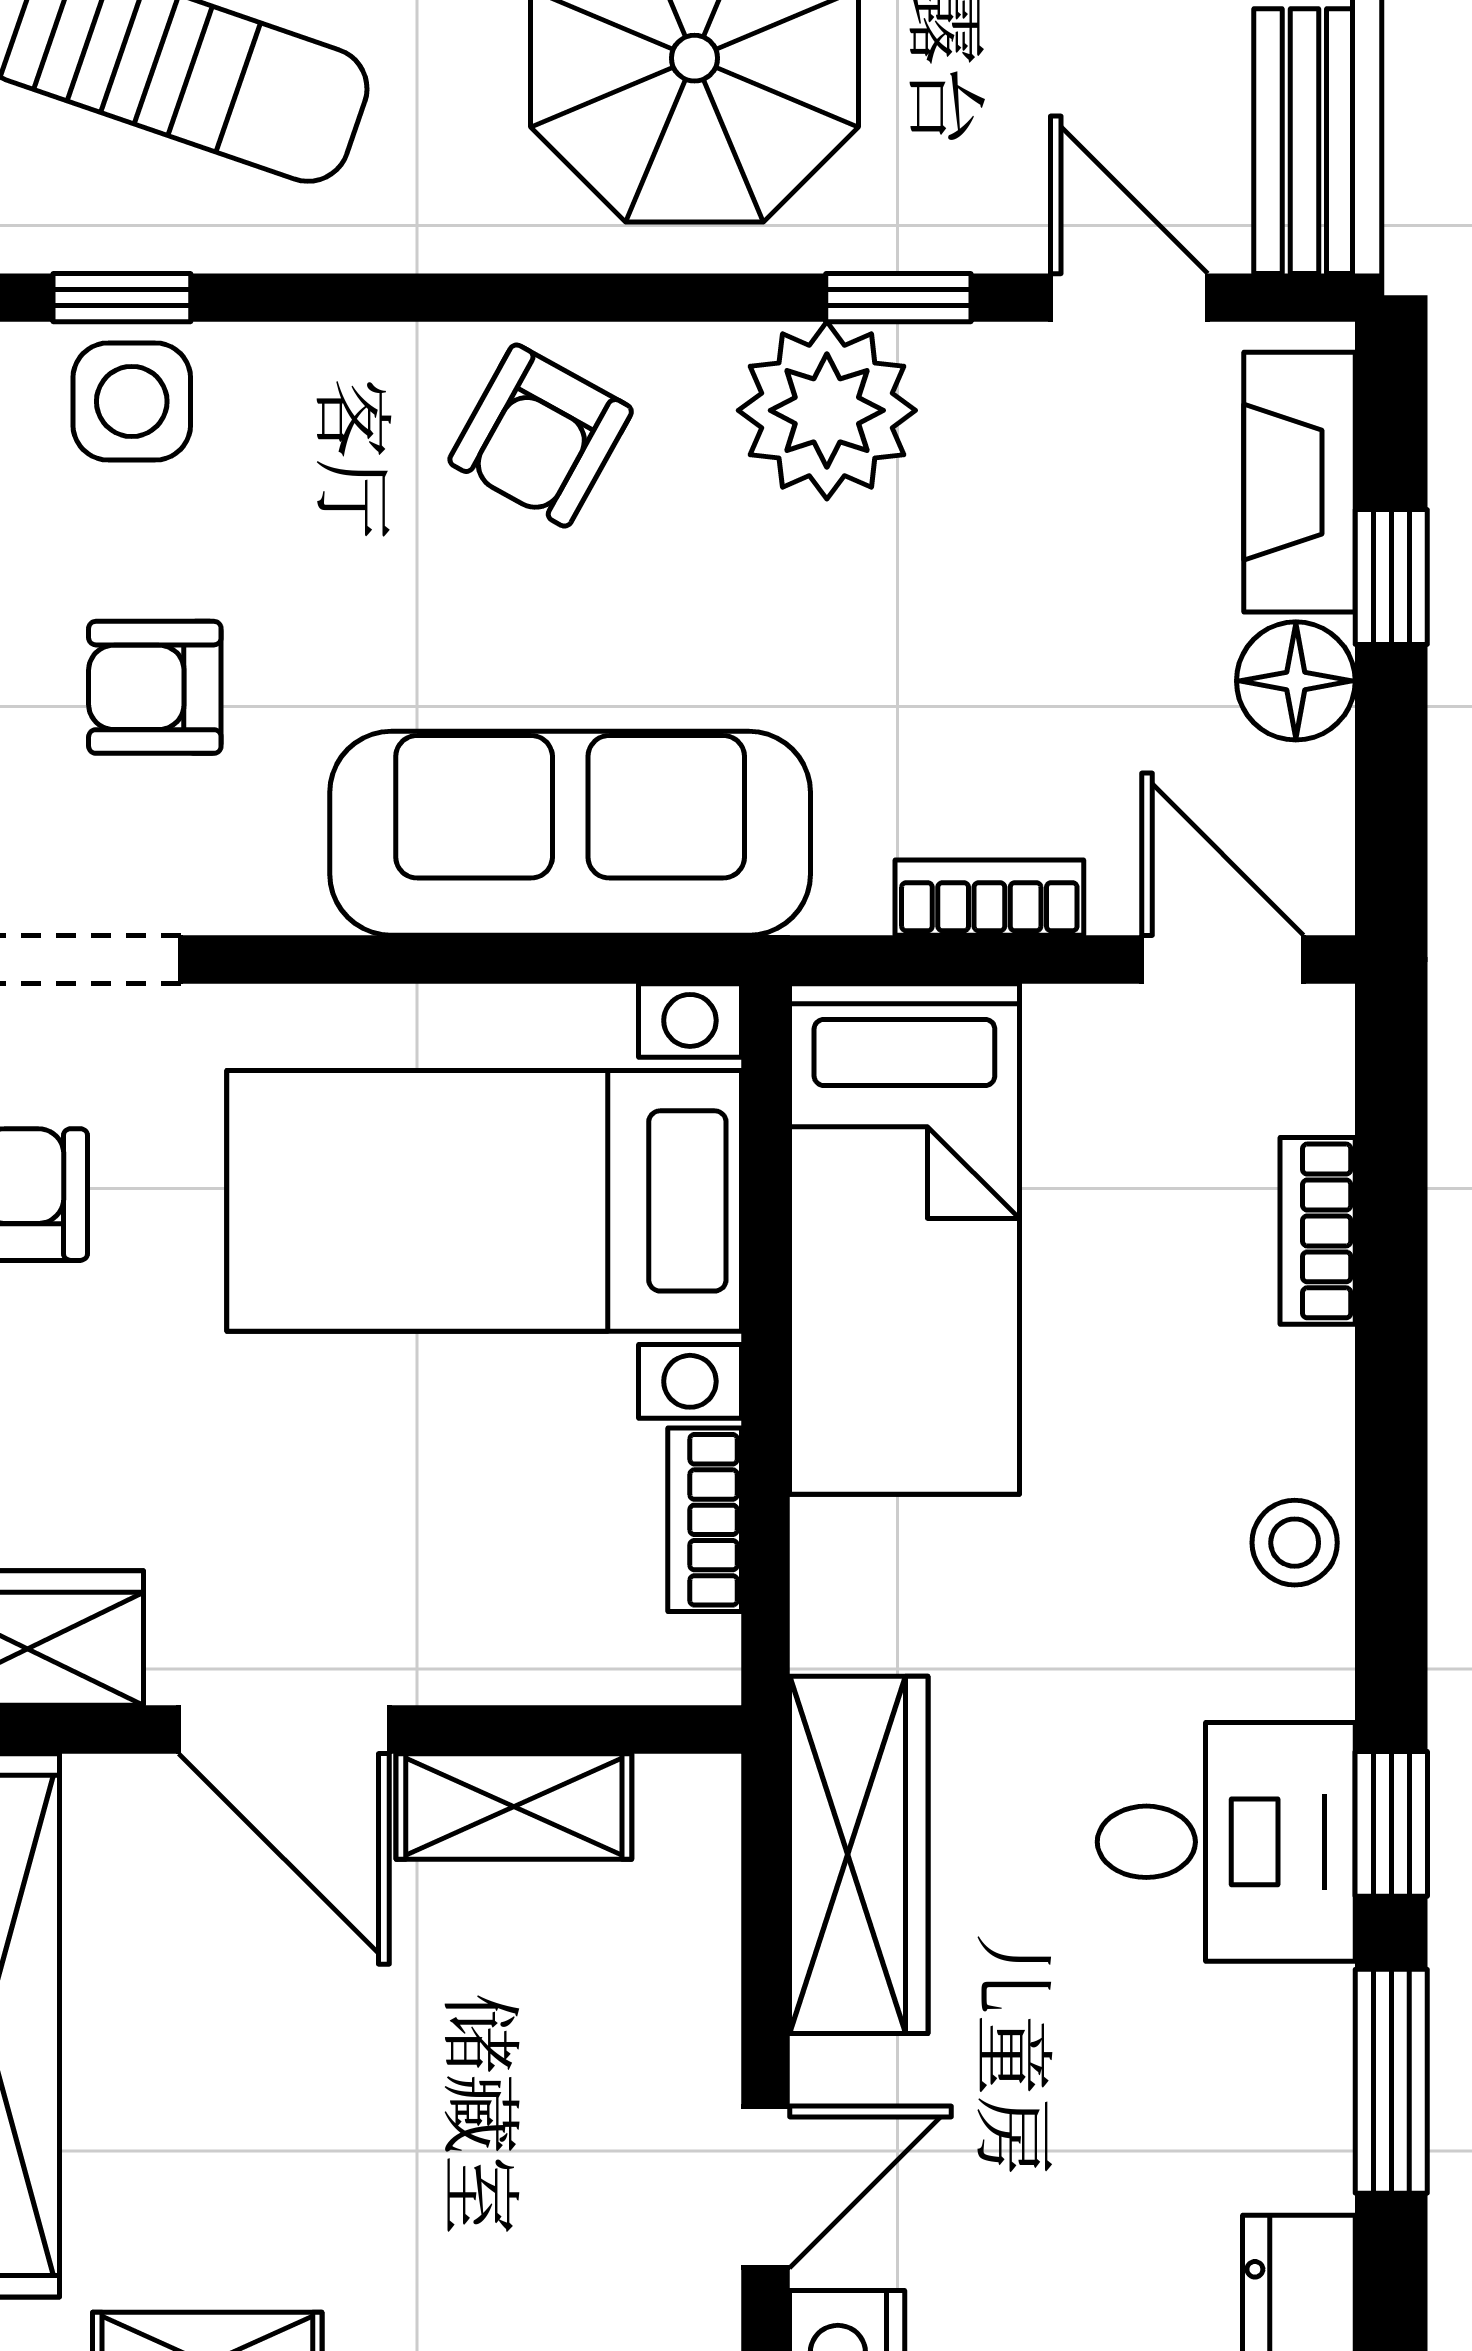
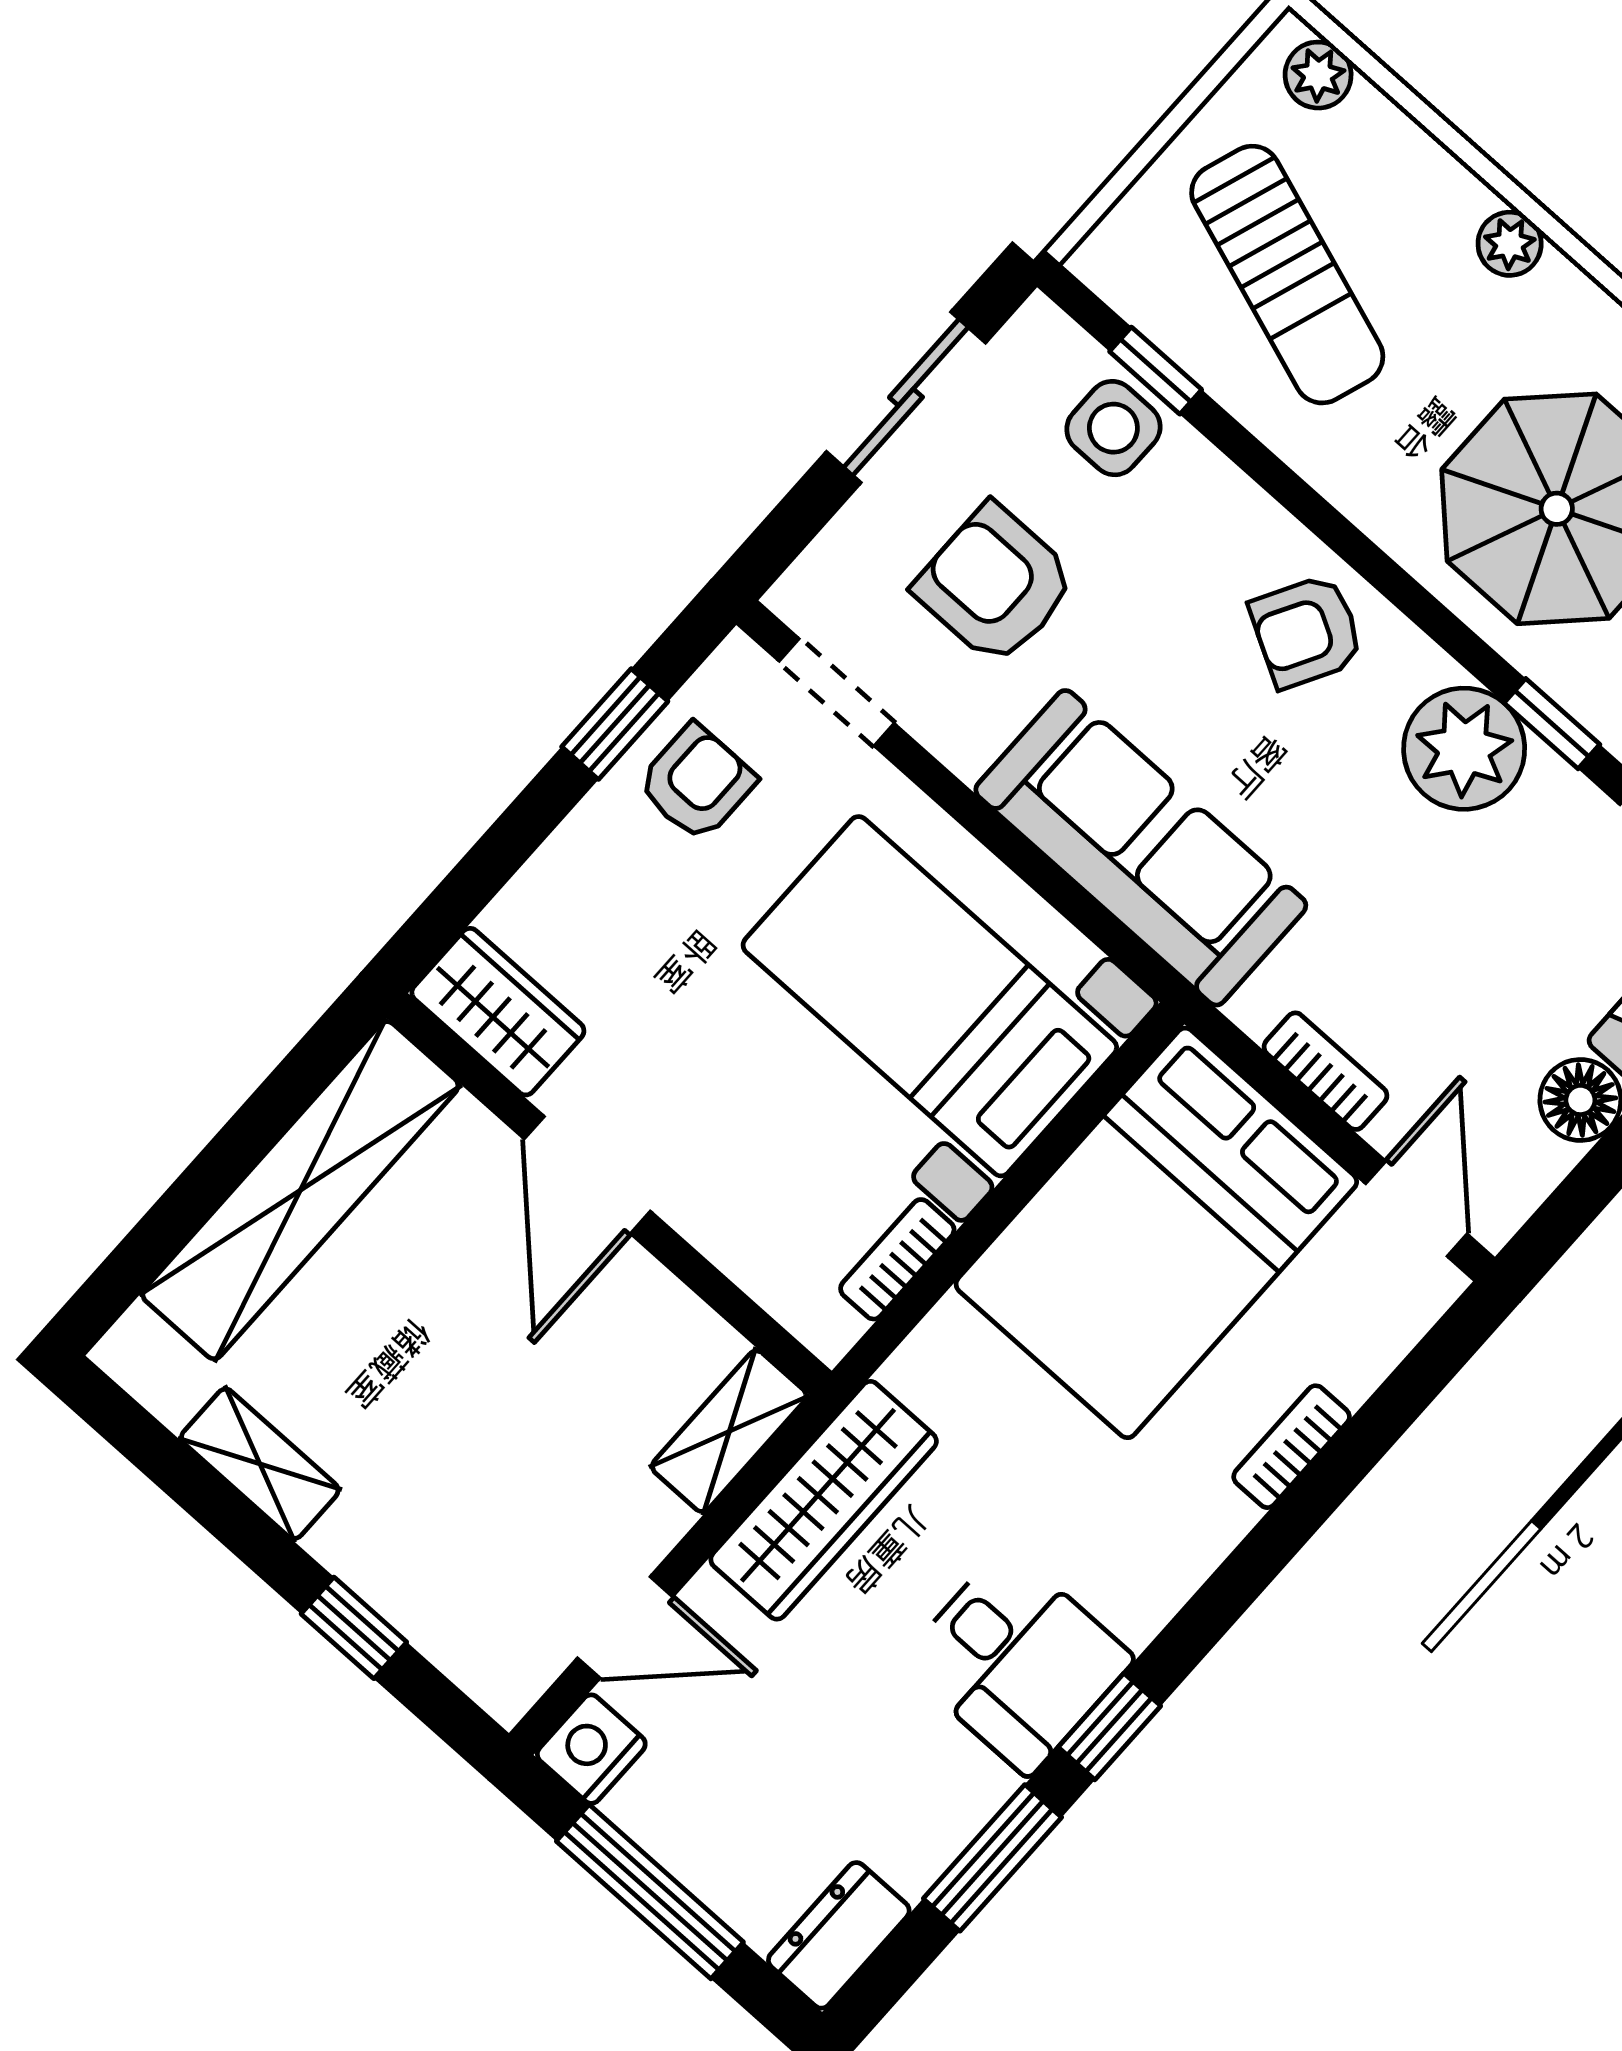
armchair: (155, 687) -> (995, 584), width x1.38, depth x1.38
bookcase: (1318, 1231) -> (1292, 1447), moved
bed: (904, 1239) -> (1156, 1233), width x1.50
stool: (1295, 1543) -> (1188, 1539), removed
shelving: (514, 1807) -> (729, 1431), moved, turned 90

